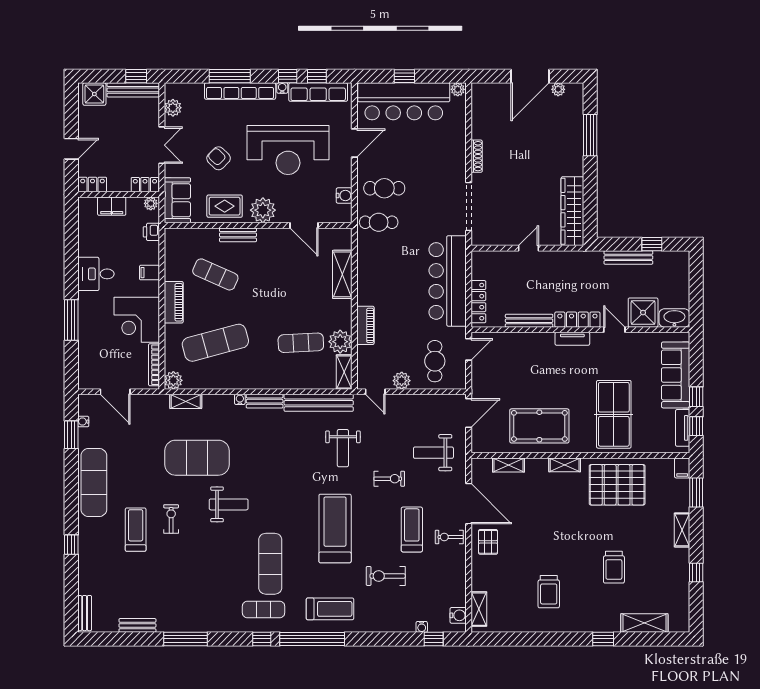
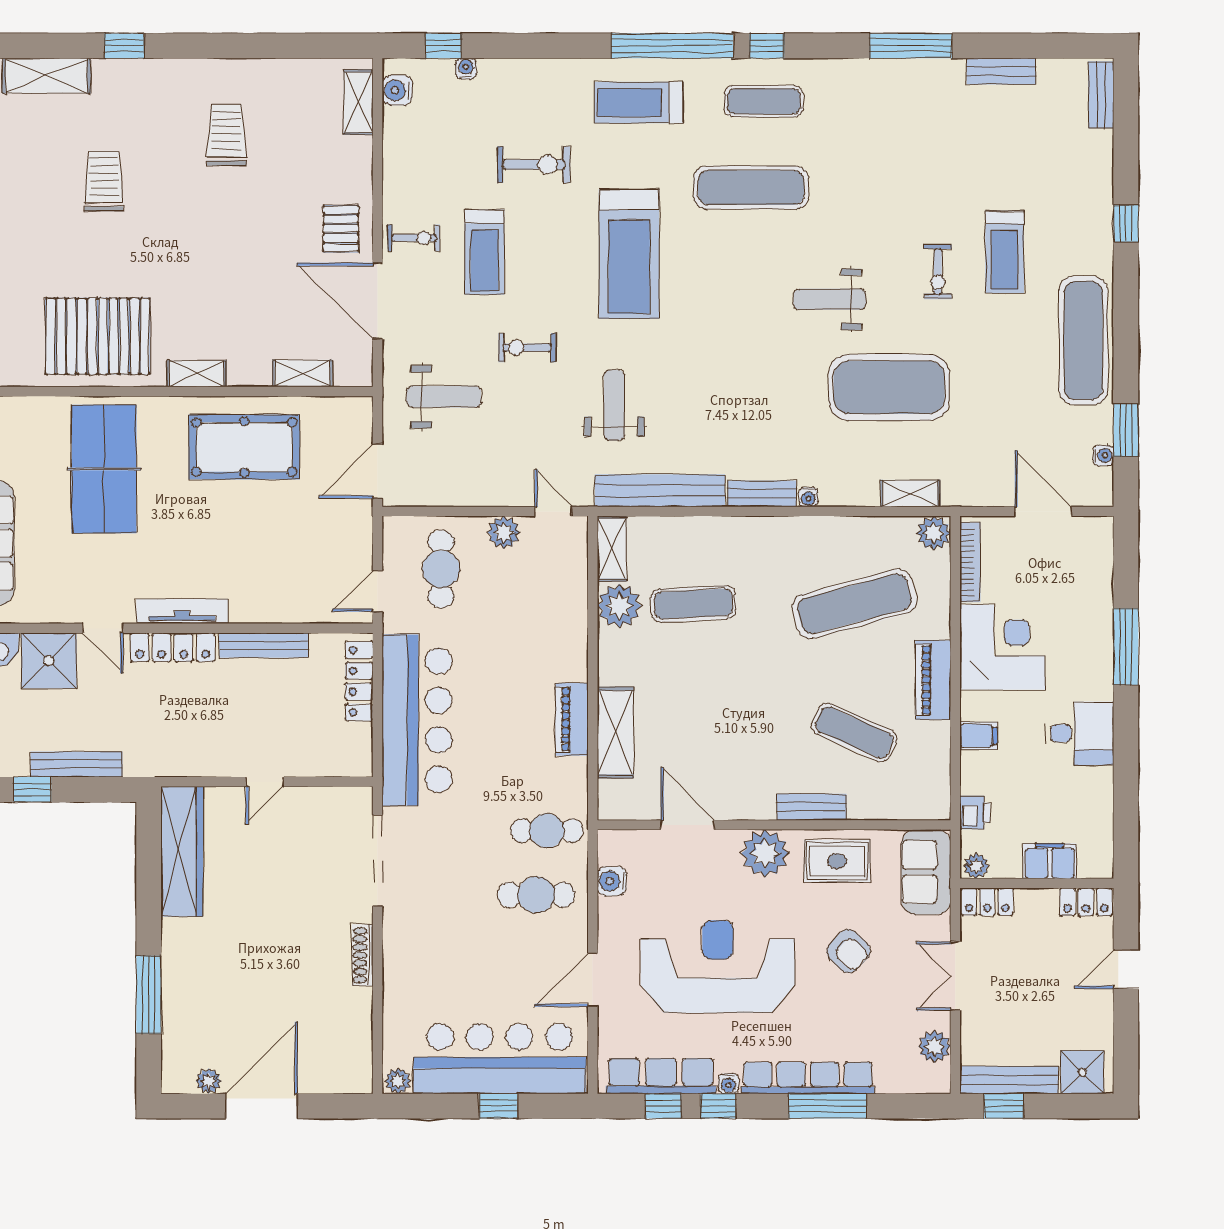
piano: (365, 325) -> (572, 719), moved
tv unit: (572, 339) -> (182, 611), width x1.41
exercise mat: (270, 564) -> (751, 188), turned 90

